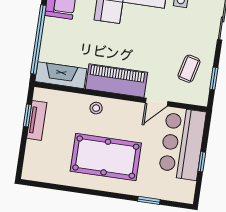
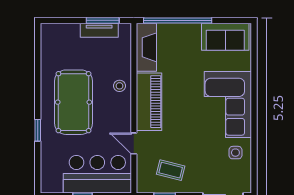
window: (27, 116) -> (103, 20), width x1.50
window: (149, 200) -> (38, 130), moved

